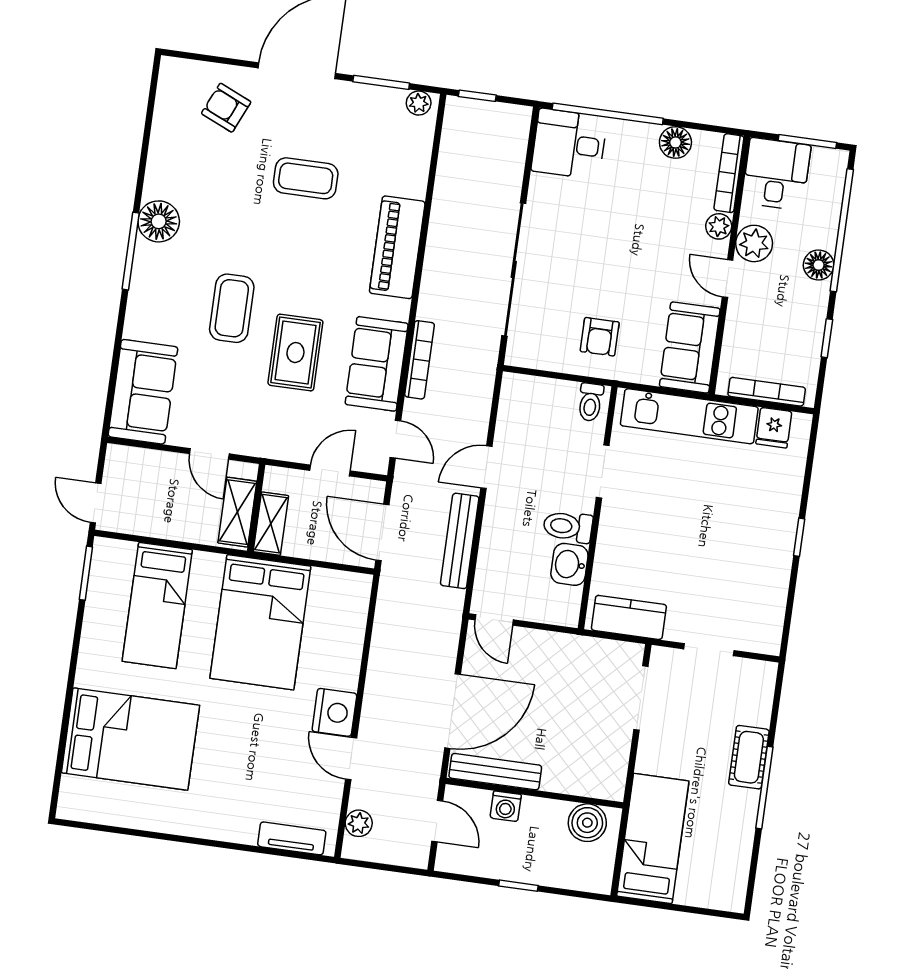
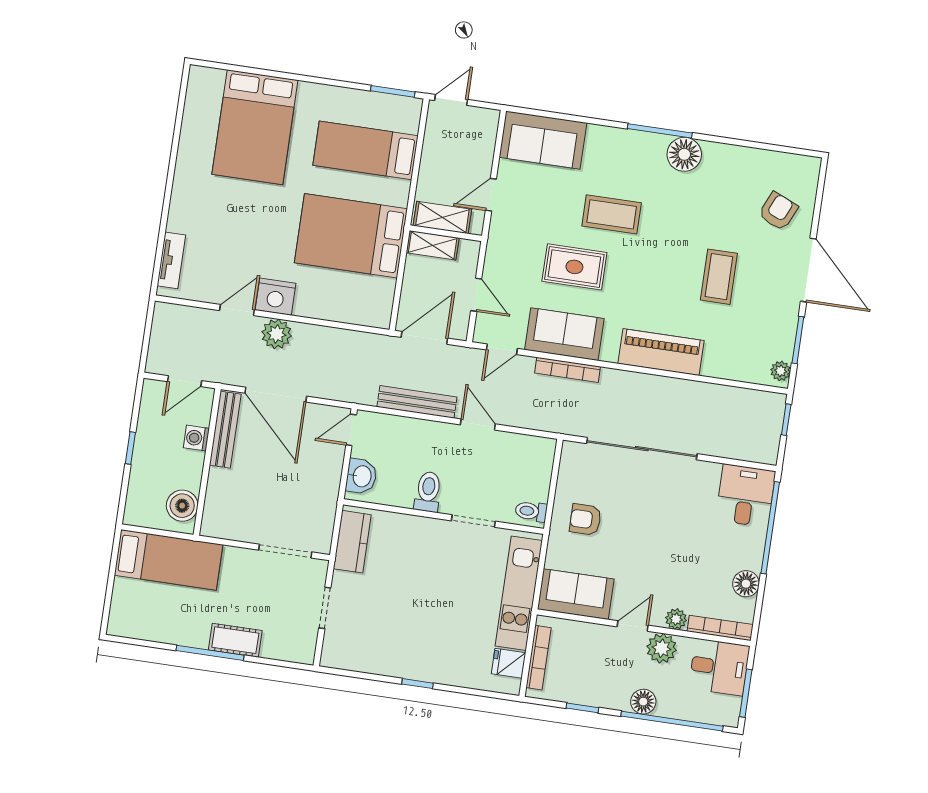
washbasin: (569, 564) -> (361, 476), moved, turned 90
plant: (359, 823) -> (277, 334), moved, width x1.38, depth x1.38

